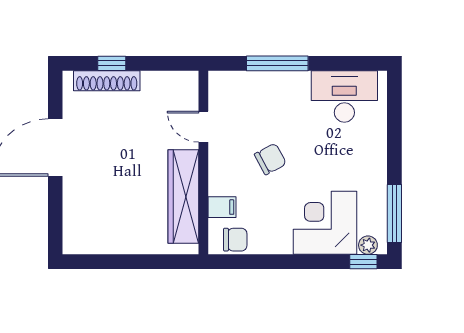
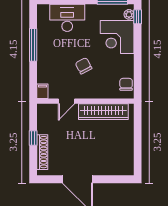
window: (112, 63) -> (33, 138), moved
window: (277, 63) -> (33, 45), moved
desk: (344, 96) -> (67, 18), moved, turned 90
filing cabinet: (222, 207) -> (42, 91), moved

